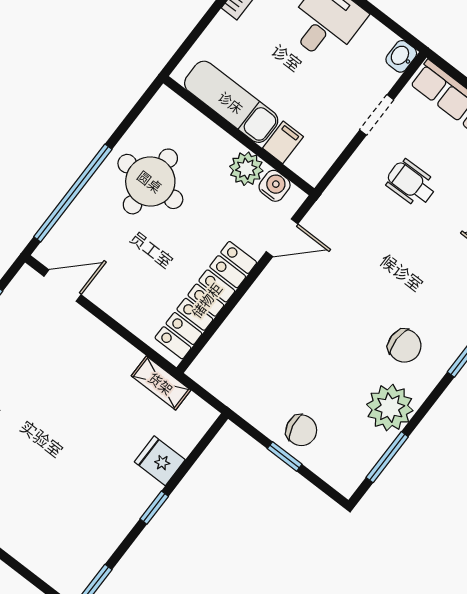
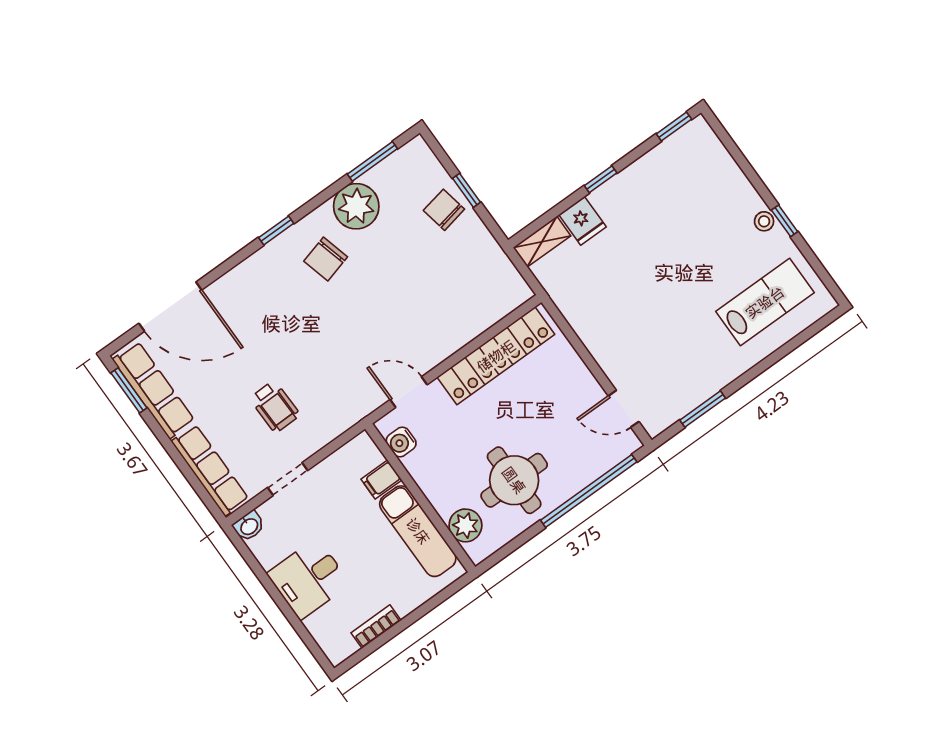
plant: (246, 169) -> (465, 525), moved
chair: (405, 346) -> (326, 259), turned -105
shelving: (161, 383) -> (542, 242), moved, turned 90

